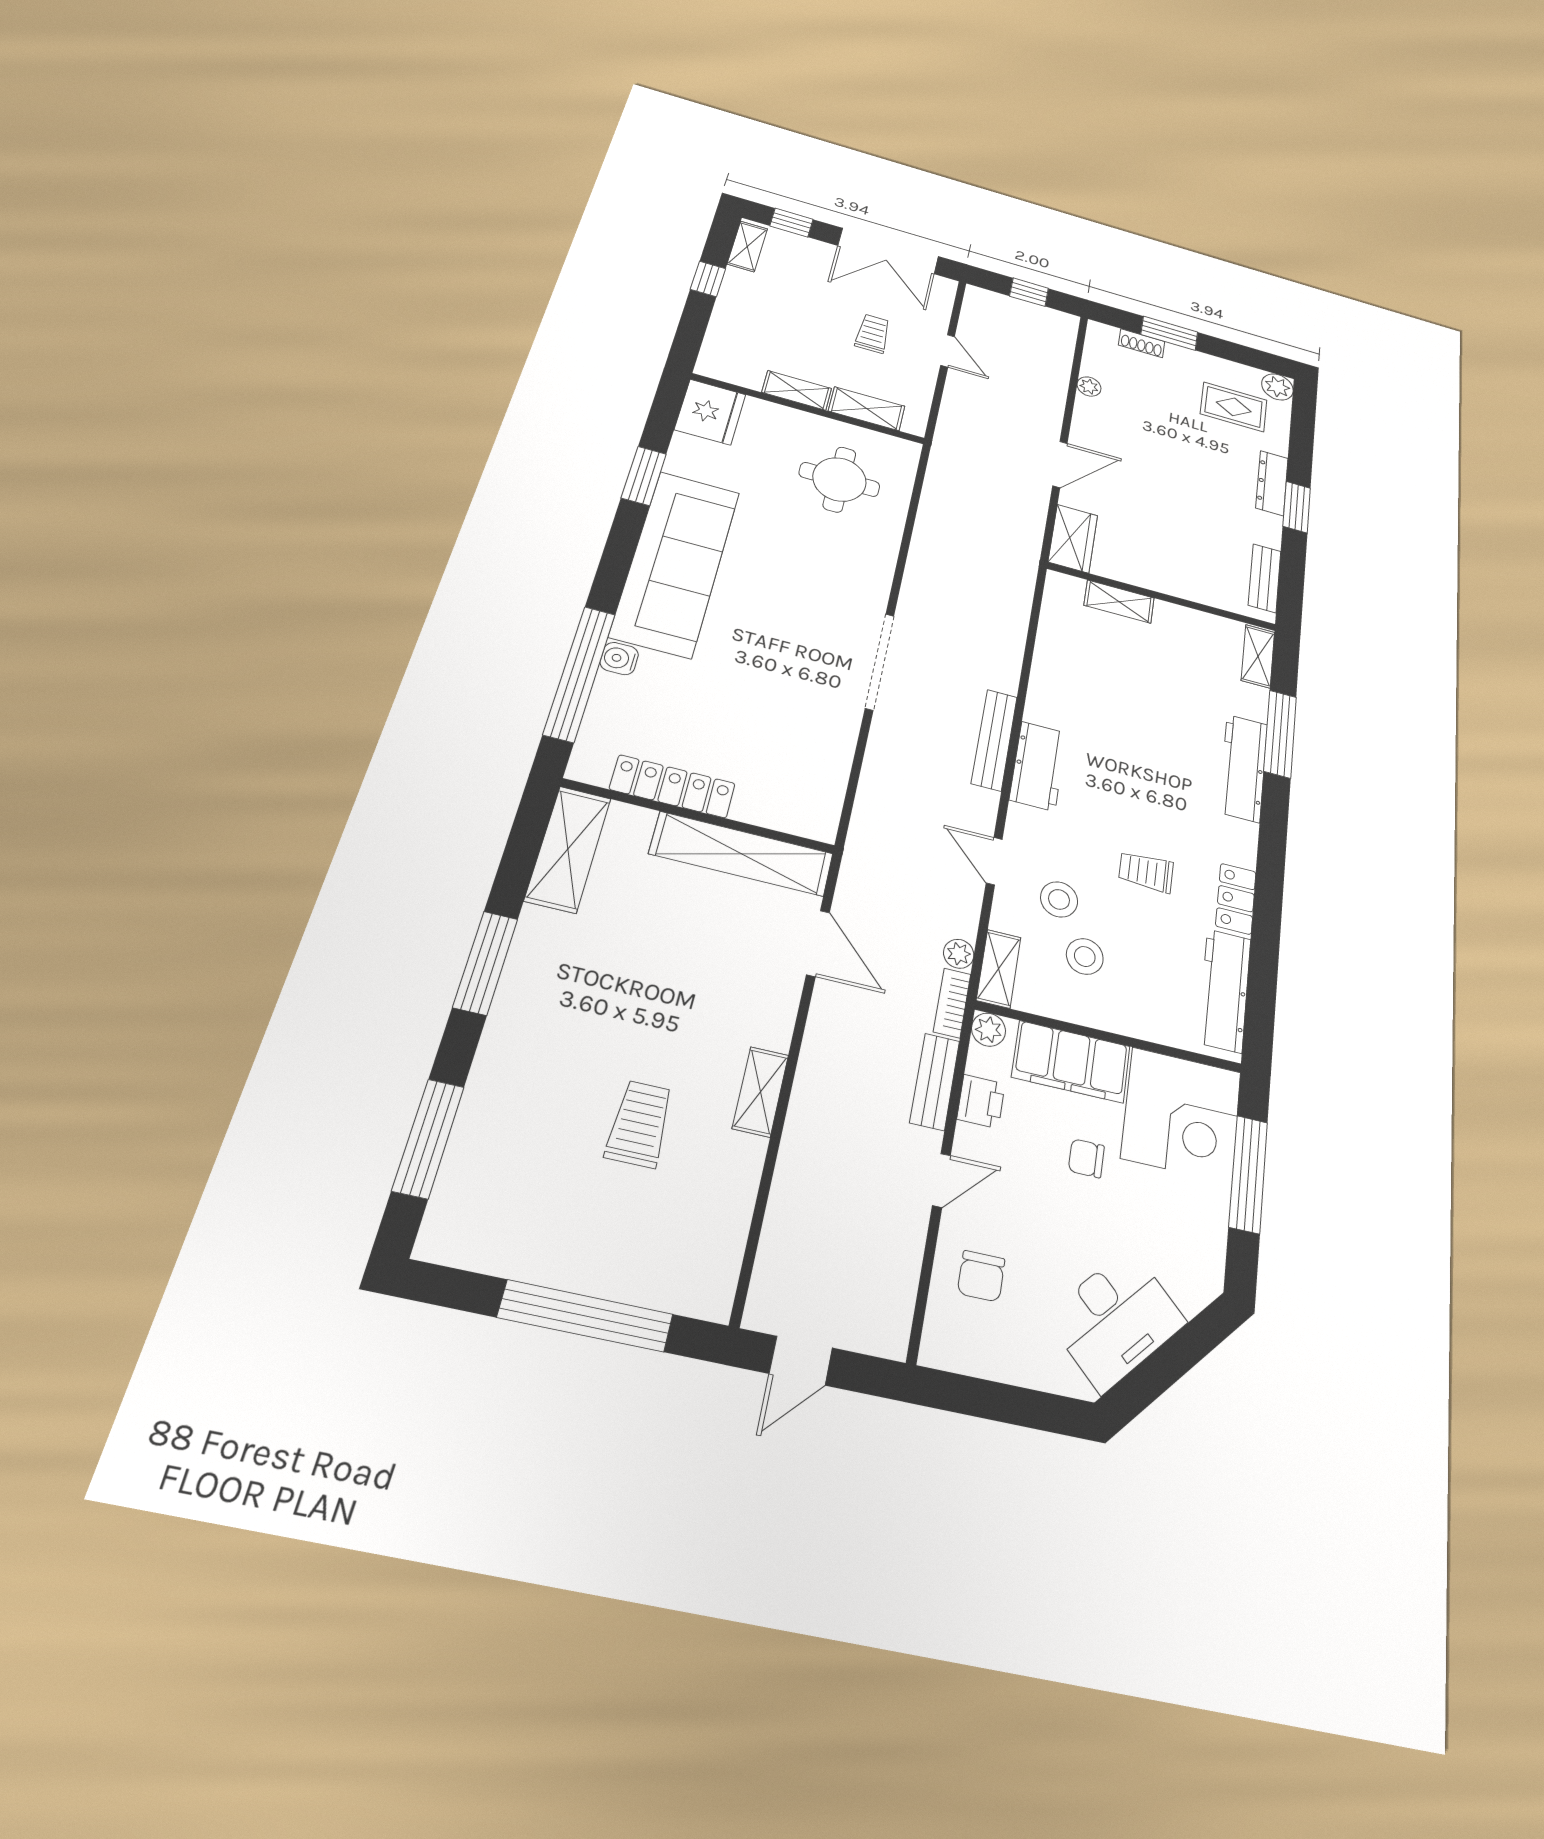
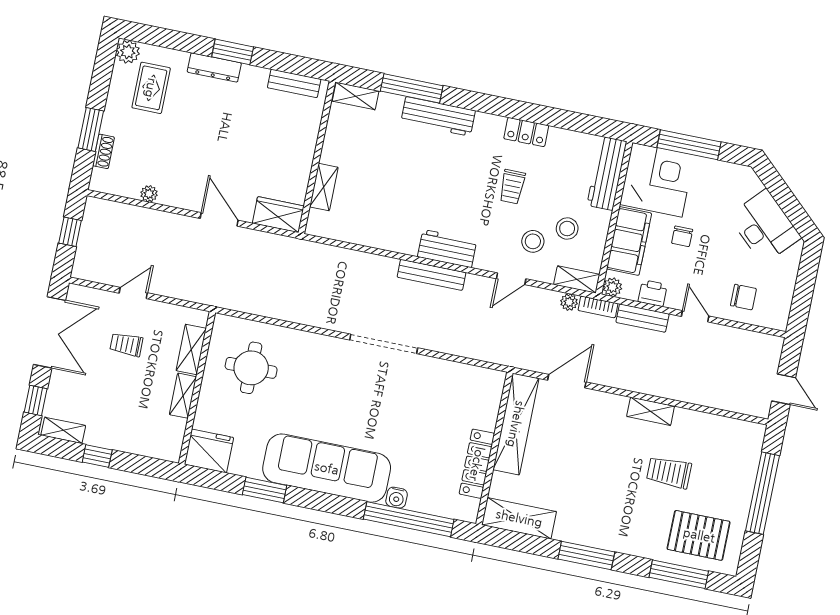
workbench: (1224, 990) -> (607, 173), moved, turned 90
pallet: (506, 1180) -> (699, 535), added

